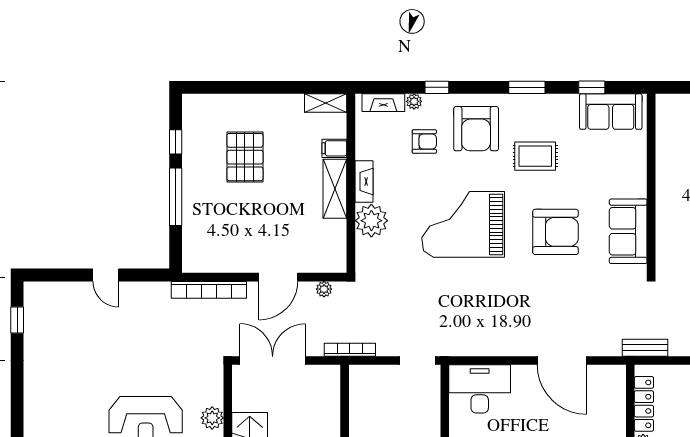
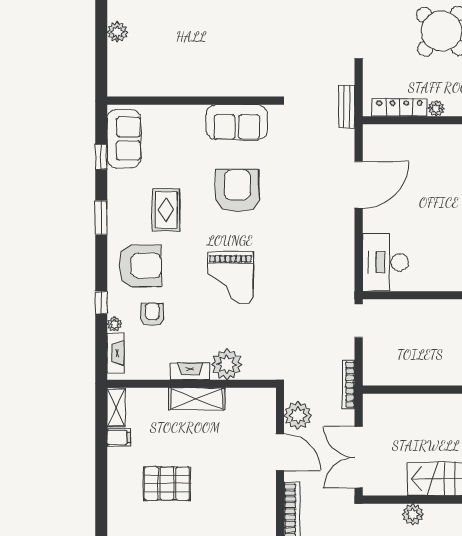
filing cabinet: (334, 148) -> (119, 437), moved, turned -90
grand piano: (463, 224) -> (230, 278), width x0.73, depth x0.68
plant: (324, 289) -> (298, 415), width x1.88, depth x1.88

